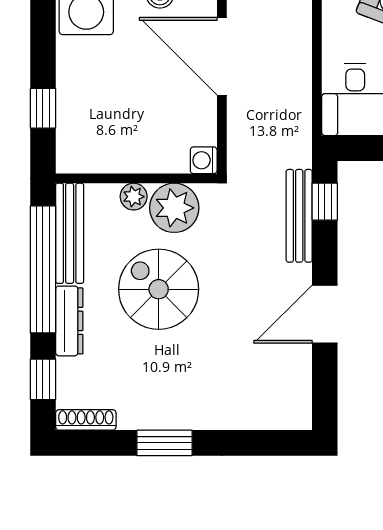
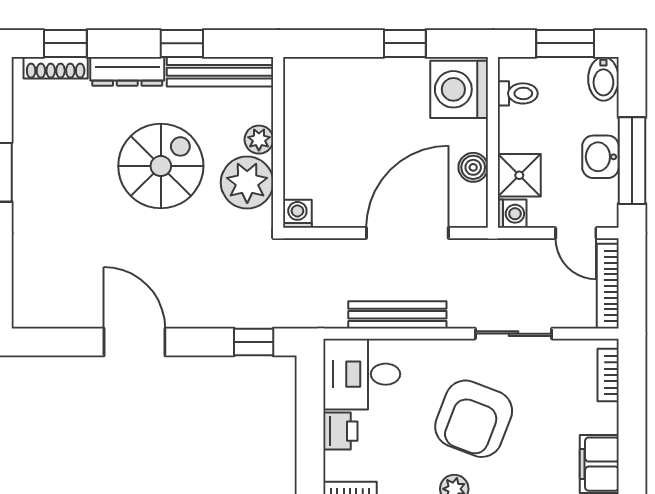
window: (43, 108) -> (405, 43), moved
bench: (299, 216) -> (397, 315), moved
window: (43, 269) -> (182, 43), width x0.32
shoe rack: (86, 420) -> (56, 68), moved, turned 90

